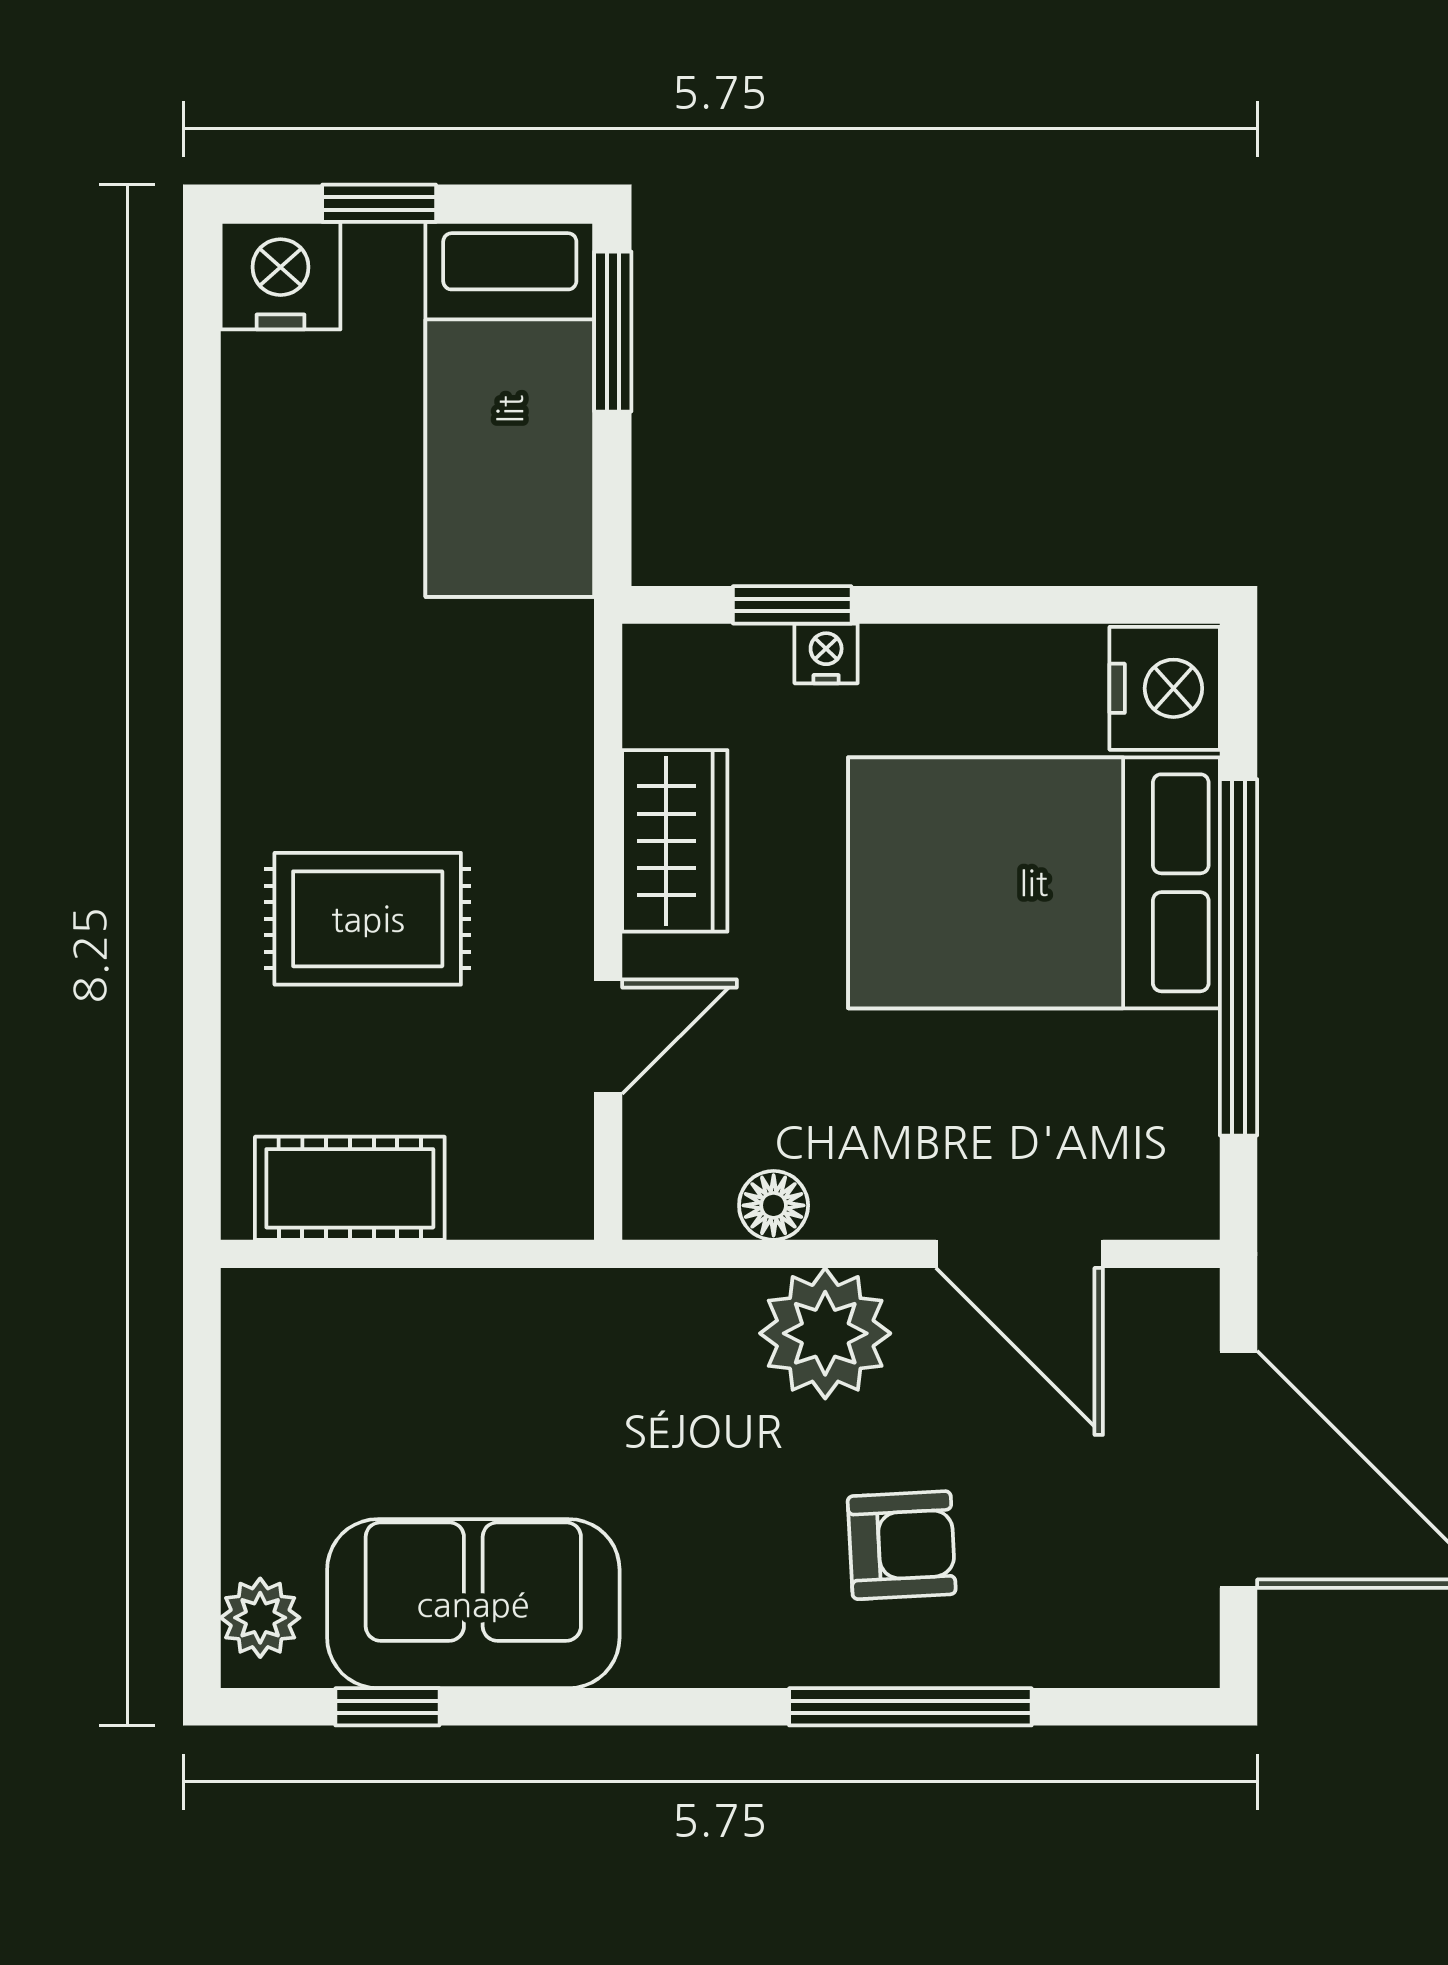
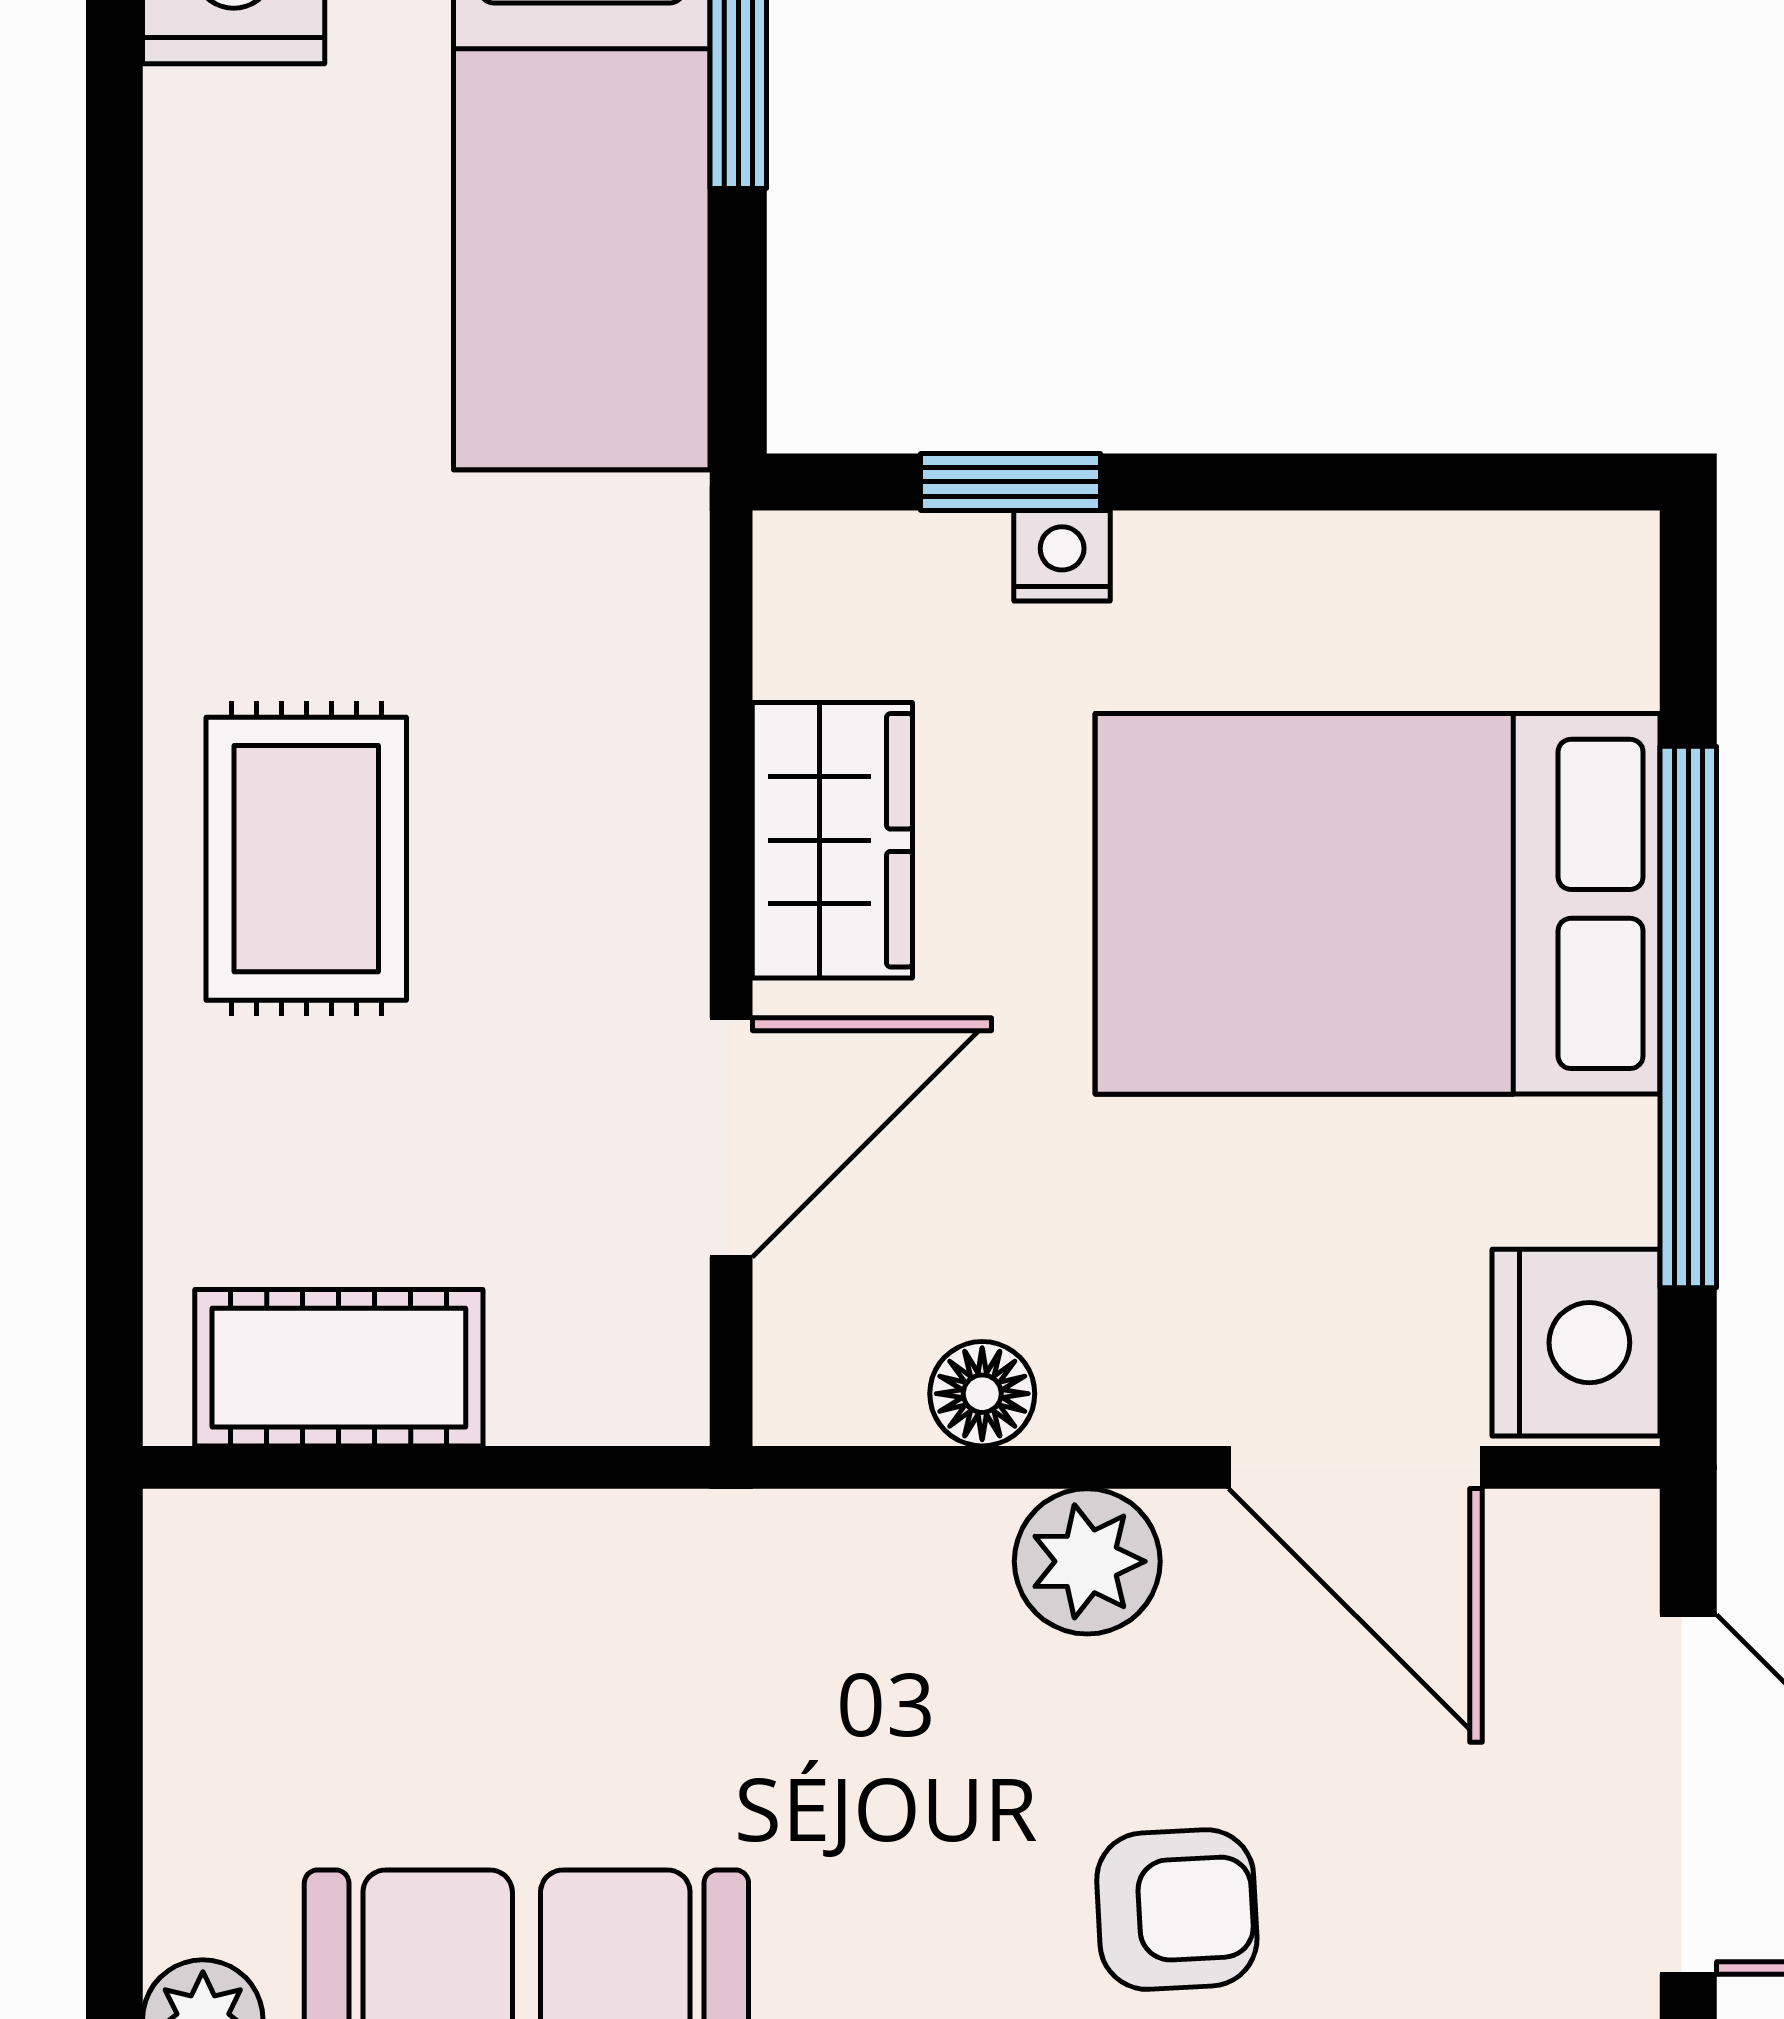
nightstand: (1165, 688) -> (1576, 1343), moved
rug: (368, 919) -> (306, 859), moved, turned 90
door: (608, 1037) -> (731, 1137), width x1.38
plant: (825, 1333) -> (1087, 1561), width x0.73, depth x0.73

